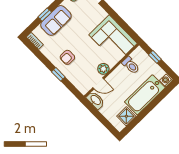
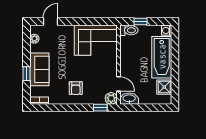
toilet: (131, 65) -> (129, 30), moved
plant: (103, 69) -> (111, 98), moved
window: (58, 74) -> (100, 108), moved
door: (98, 83) -> (118, 84), hinge flipped

